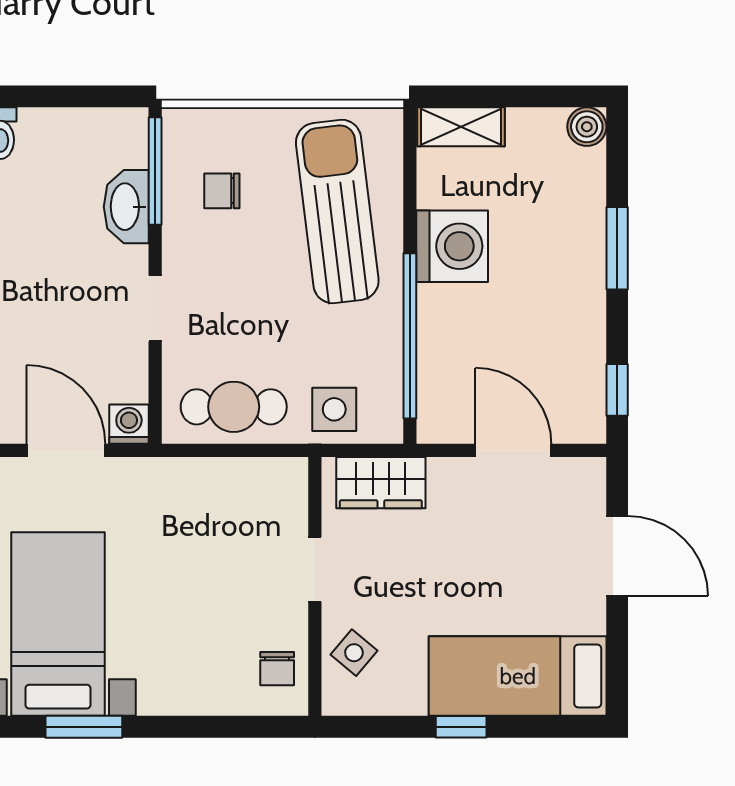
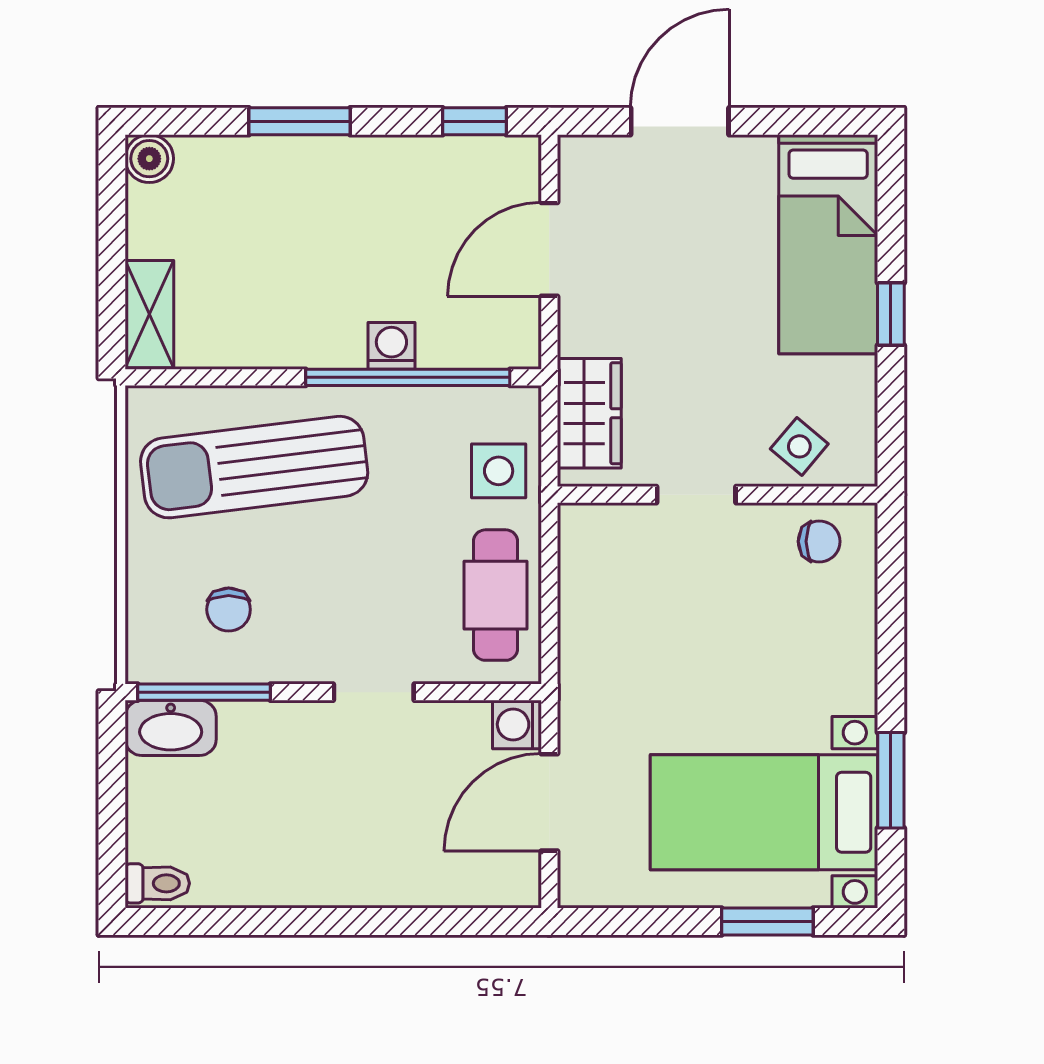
washbasin: (126, 207) -> (171, 728), moved
washing machine: (452, 246) -> (391, 346), moved, width x0.53, depth x0.53

